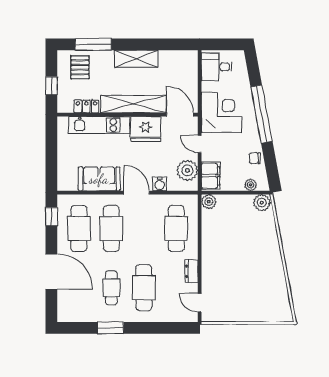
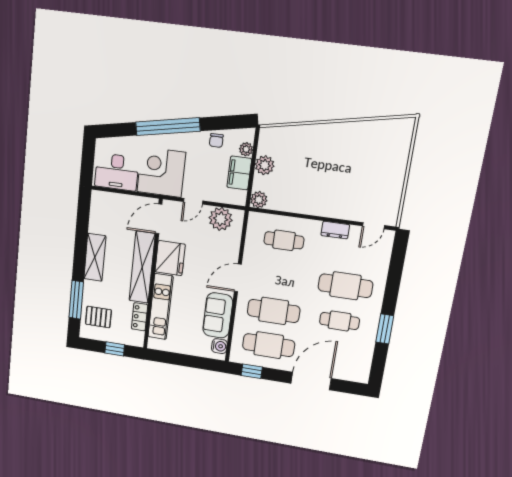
desk: (217, 67) -> (117, 172), width x1.37
filing cabinet: (211, 176) -> (239, 173), moved, turned -90
water cooler: (160, 184) -> (219, 346), moved
plant: (262, 203) -> (265, 165), moved
cafe table: (176, 229) -> (284, 240), width x0.73, depth x0.74

